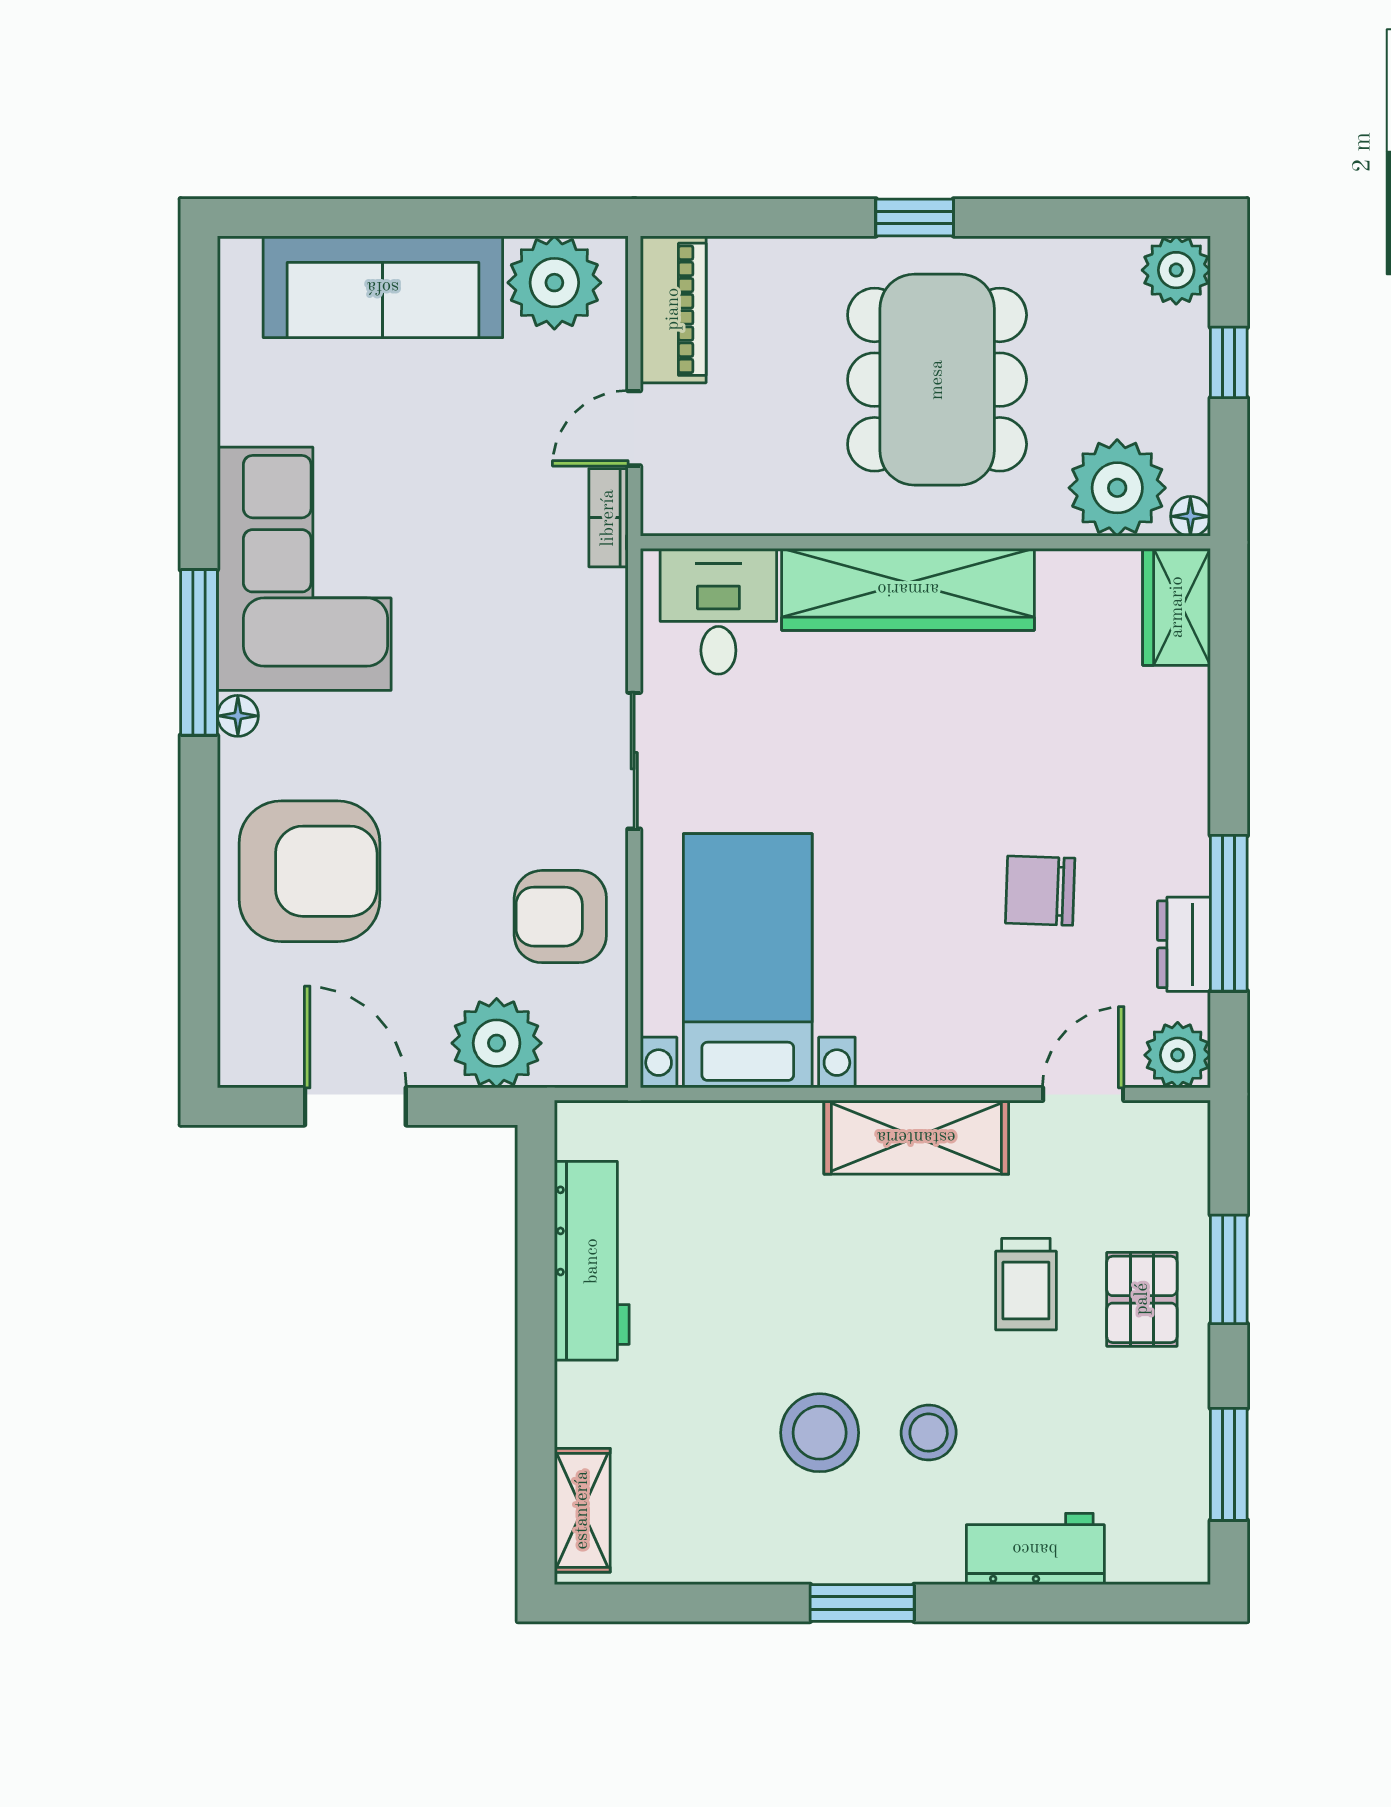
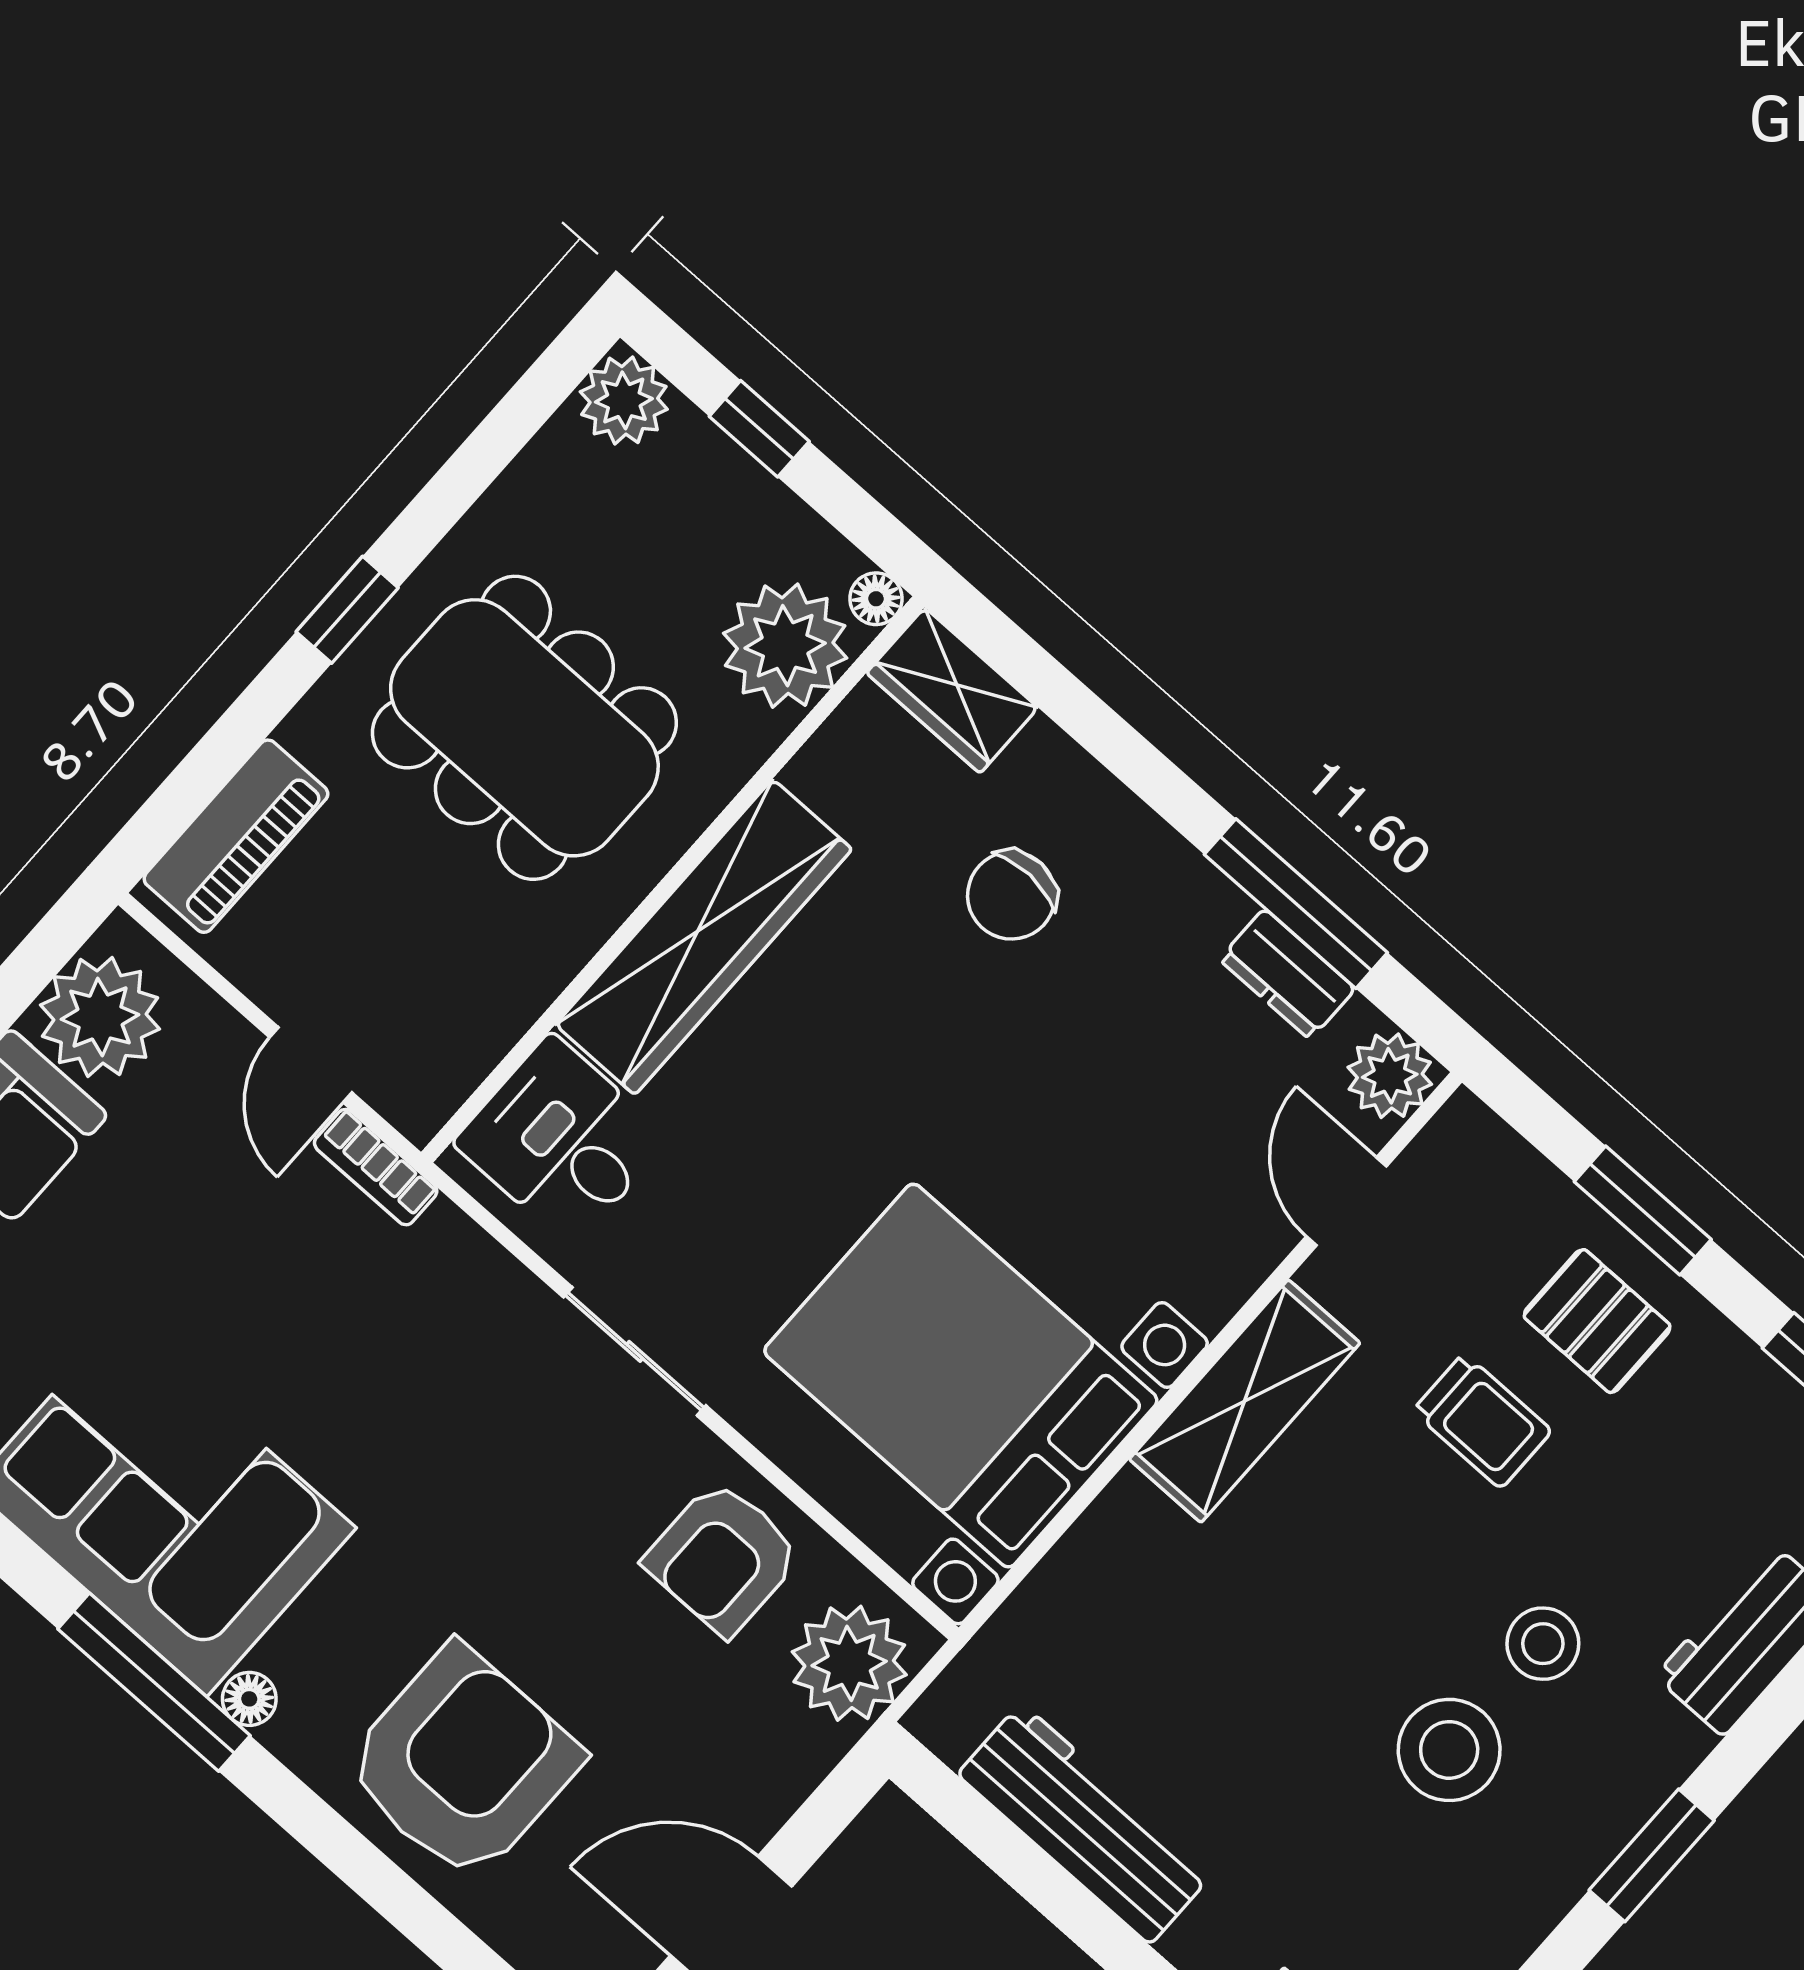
piano: (673, 309) -> (236, 836), moved, turned 90
chair: (1040, 891) -> (1011, 895), moved
bed with nightstands: (748, 961) -> (961, 1376), width x1.36
plant: (497, 1043) -> (849, 1663), moved

